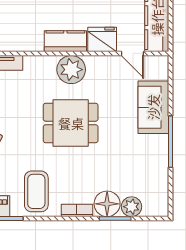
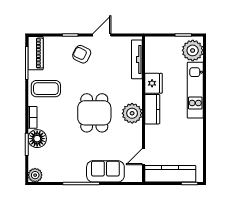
fridge: (102, 39) -> (153, 83), moved
plant: (131, 207) -> (35, 175), moved

